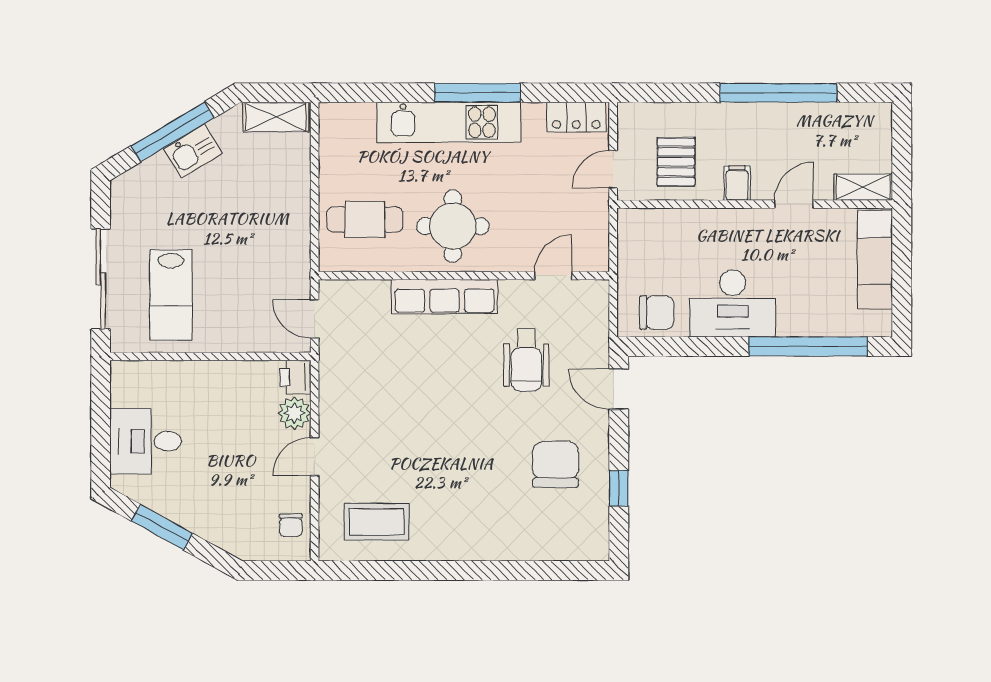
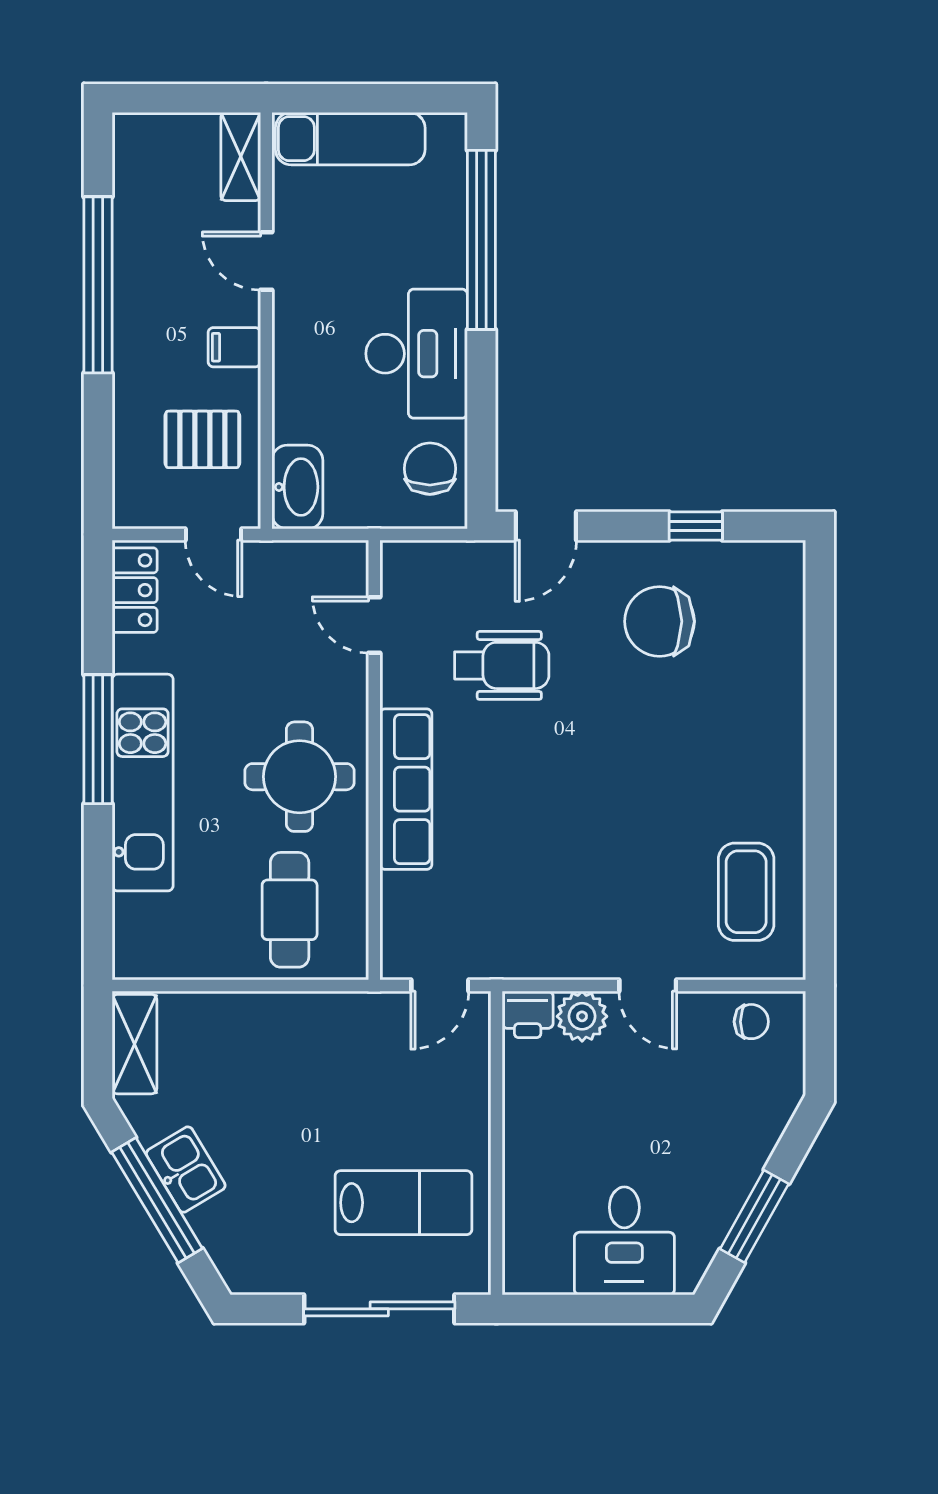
washbasin: (645, 225) -> (297, 487), added

